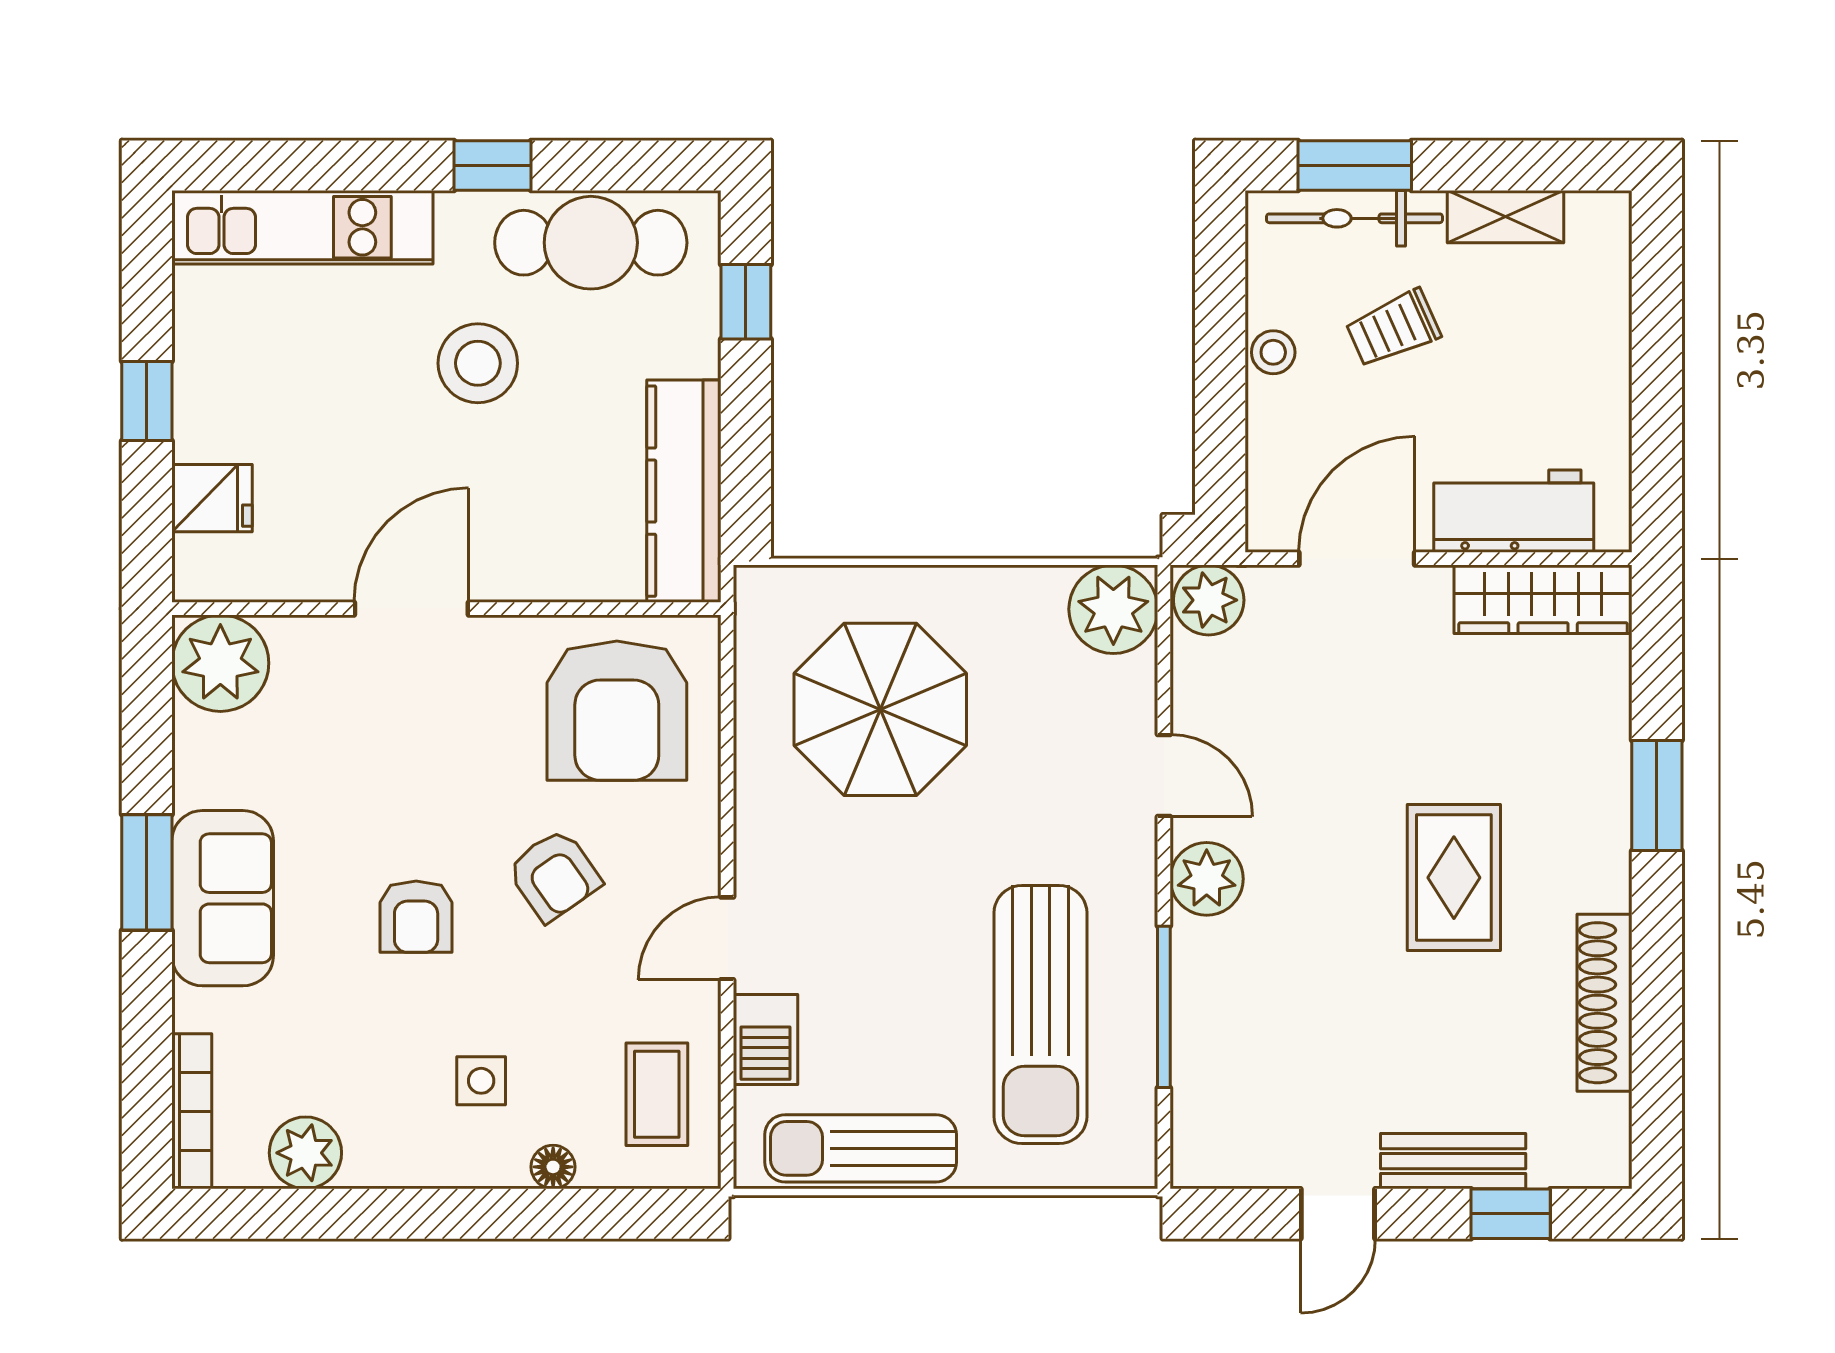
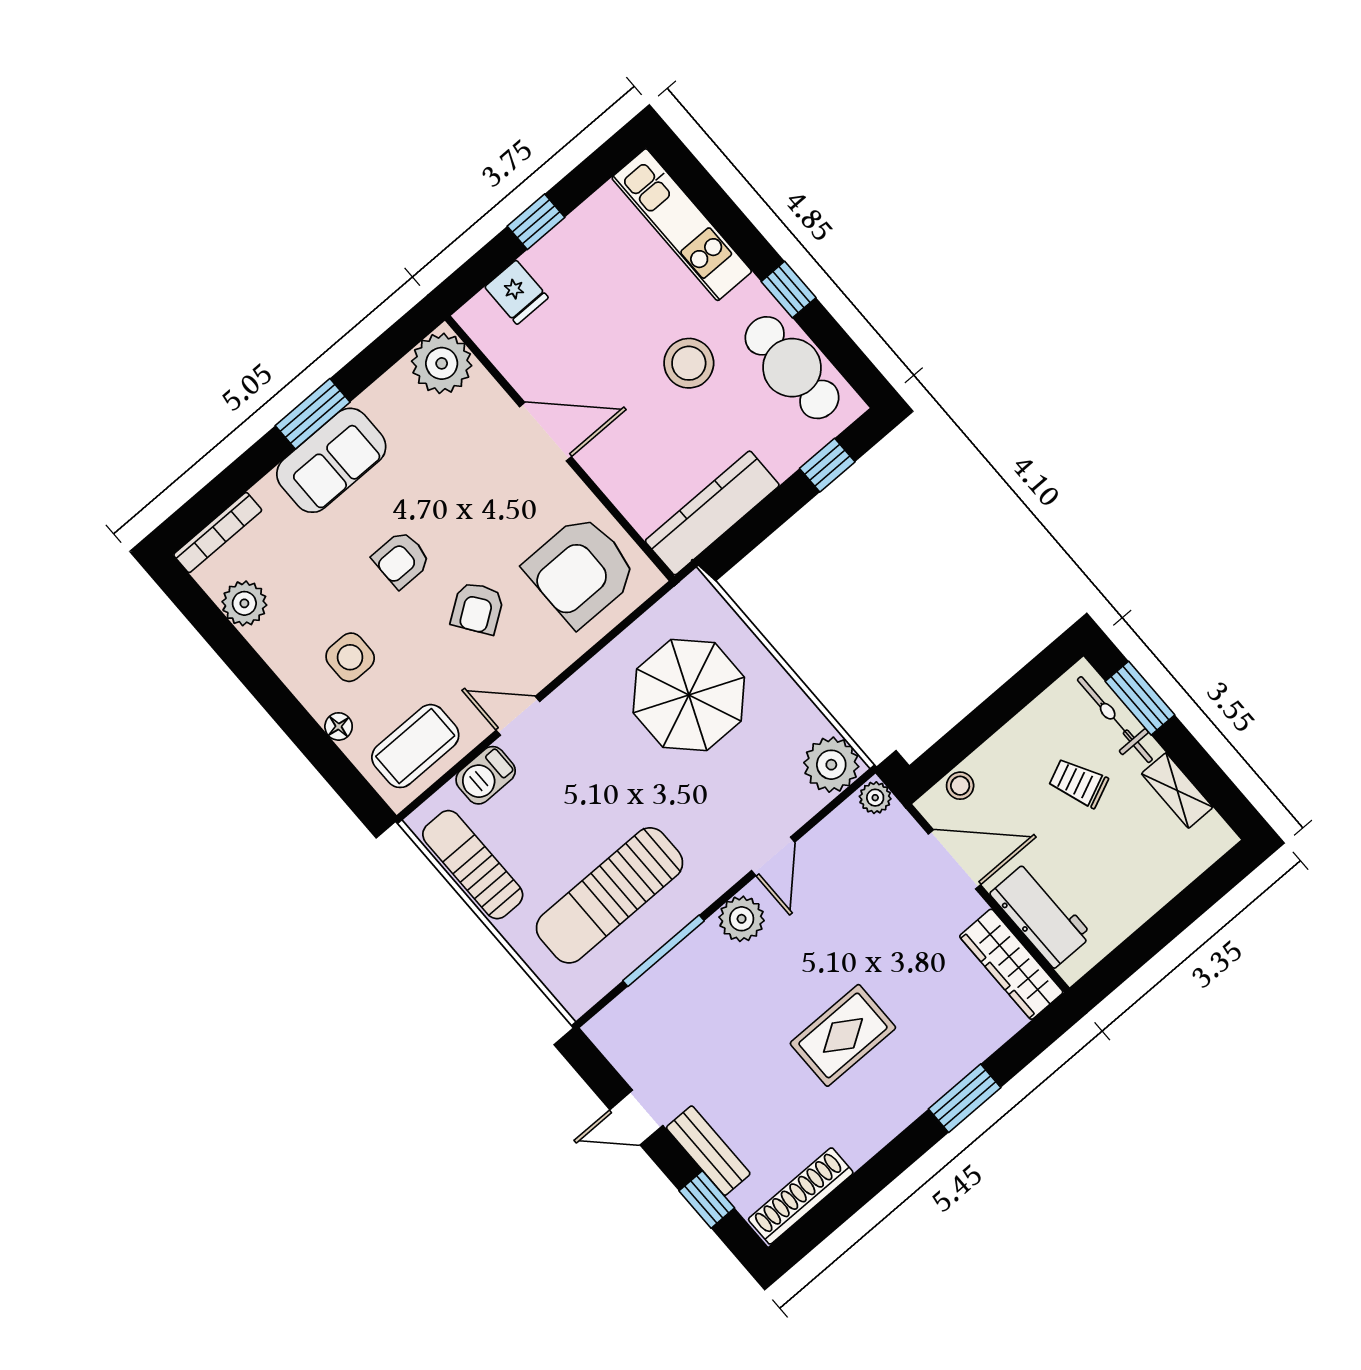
stool: (1273, 352) -> (960, 786), moved
plant: (1209, 600) -> (875, 798), width x0.73, depth x0.73
shoe rack: (1605, 1003) -> (801, 1196), moved
side table: (481, 1081) -> (350, 657), width x1.37, depth x1.37
coffee table: (657, 1094) -> (415, 746), width x1.36, depth x1.30

